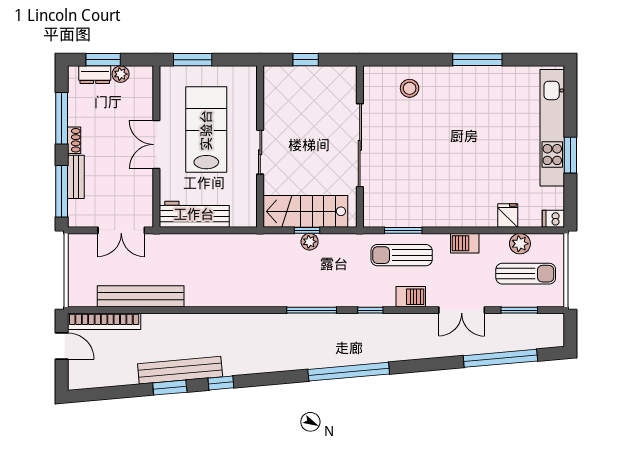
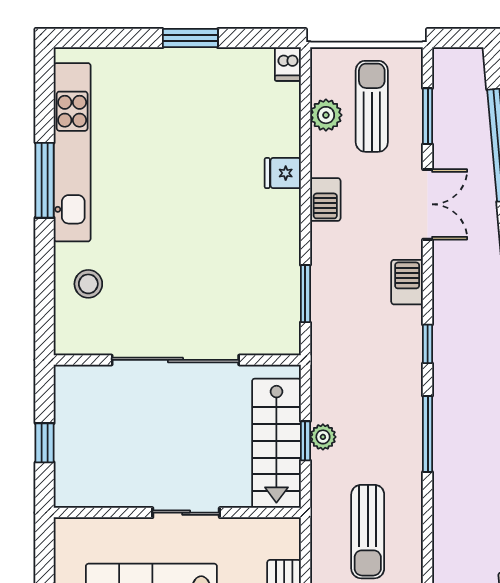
kitchen unit: (552, 128) -> (72, 152), moved, turned -90
fridge: (508, 215) -> (283, 173), moved
sun lounger: (402, 255) -> (368, 532), moved

